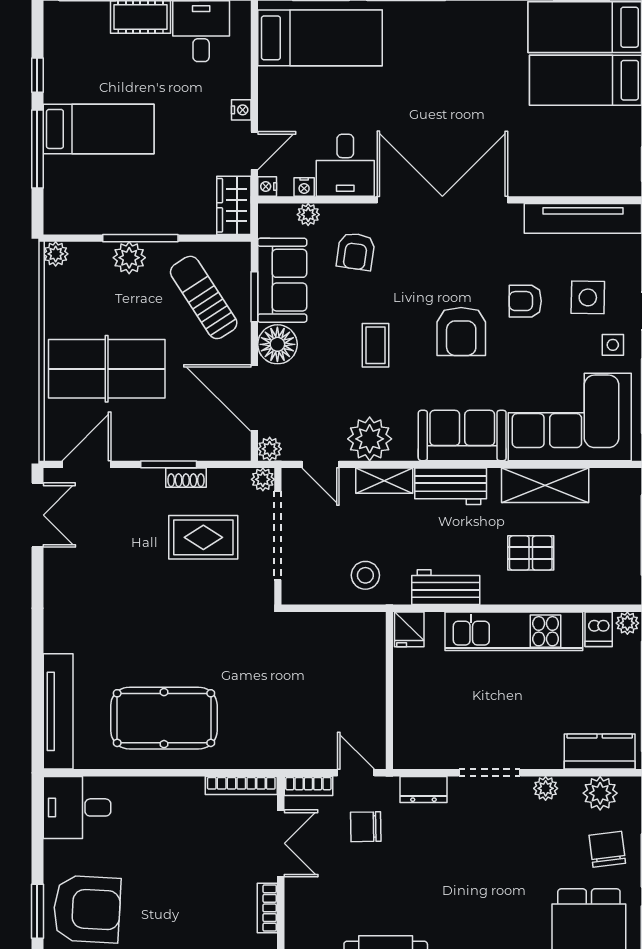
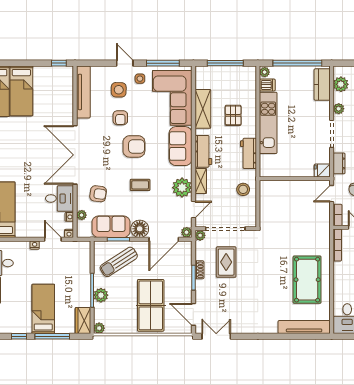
wardrobe: (234, 205) -> (83, 321), moved, turned 90
fridge: (409, 629) -> (322, 171), moved, turned 180

